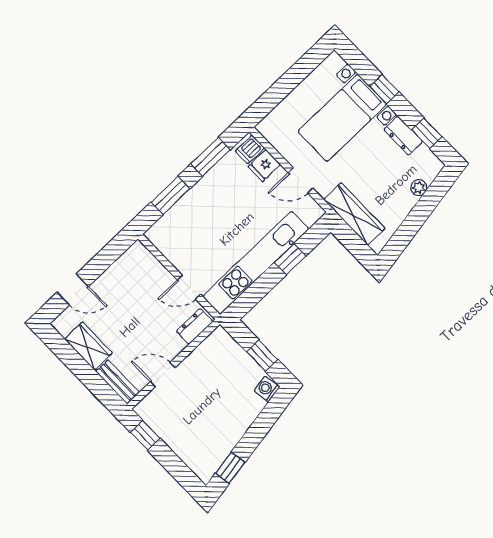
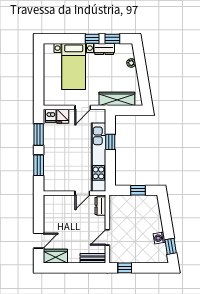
window: (384, 89) -> (92, 39), moved
wardrobe: (88, 346) -> (55, 256), moved
washing machine: (267, 389) -> (159, 238), moved

